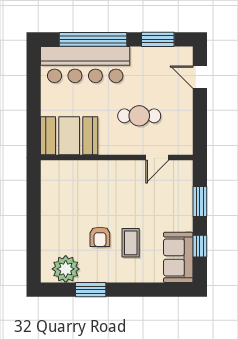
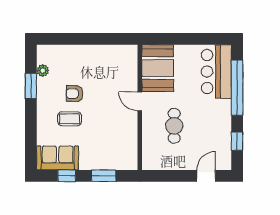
window: (158, 39) -> (237, 141), width x0.67
bar counter: (85, 65) -> (216, 72), width x0.73
door: (157, 158) -> (140, 101), moved
plant: (66, 269) -> (43, 71), width x0.53, depth x0.53

